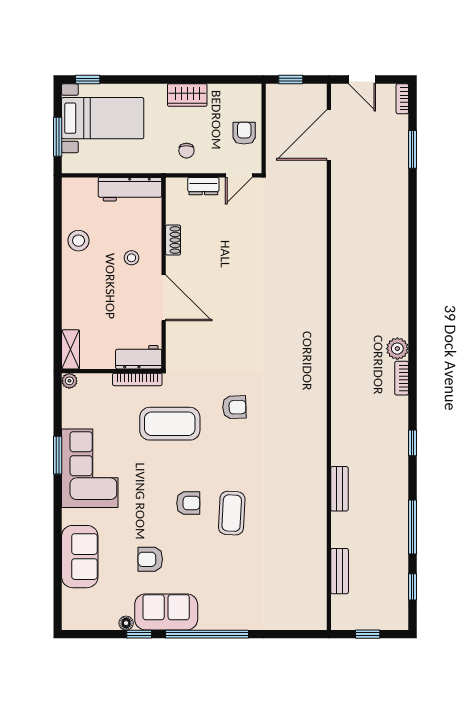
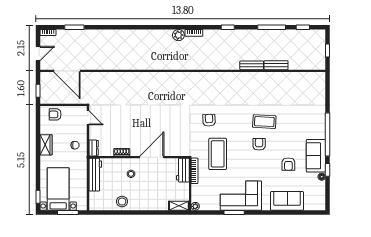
armchair: (244, 133) -> (55, 114), moved
dresser: (203, 186) -> (94, 148), moved
bench: (340, 571) -> (276, 65), moved

